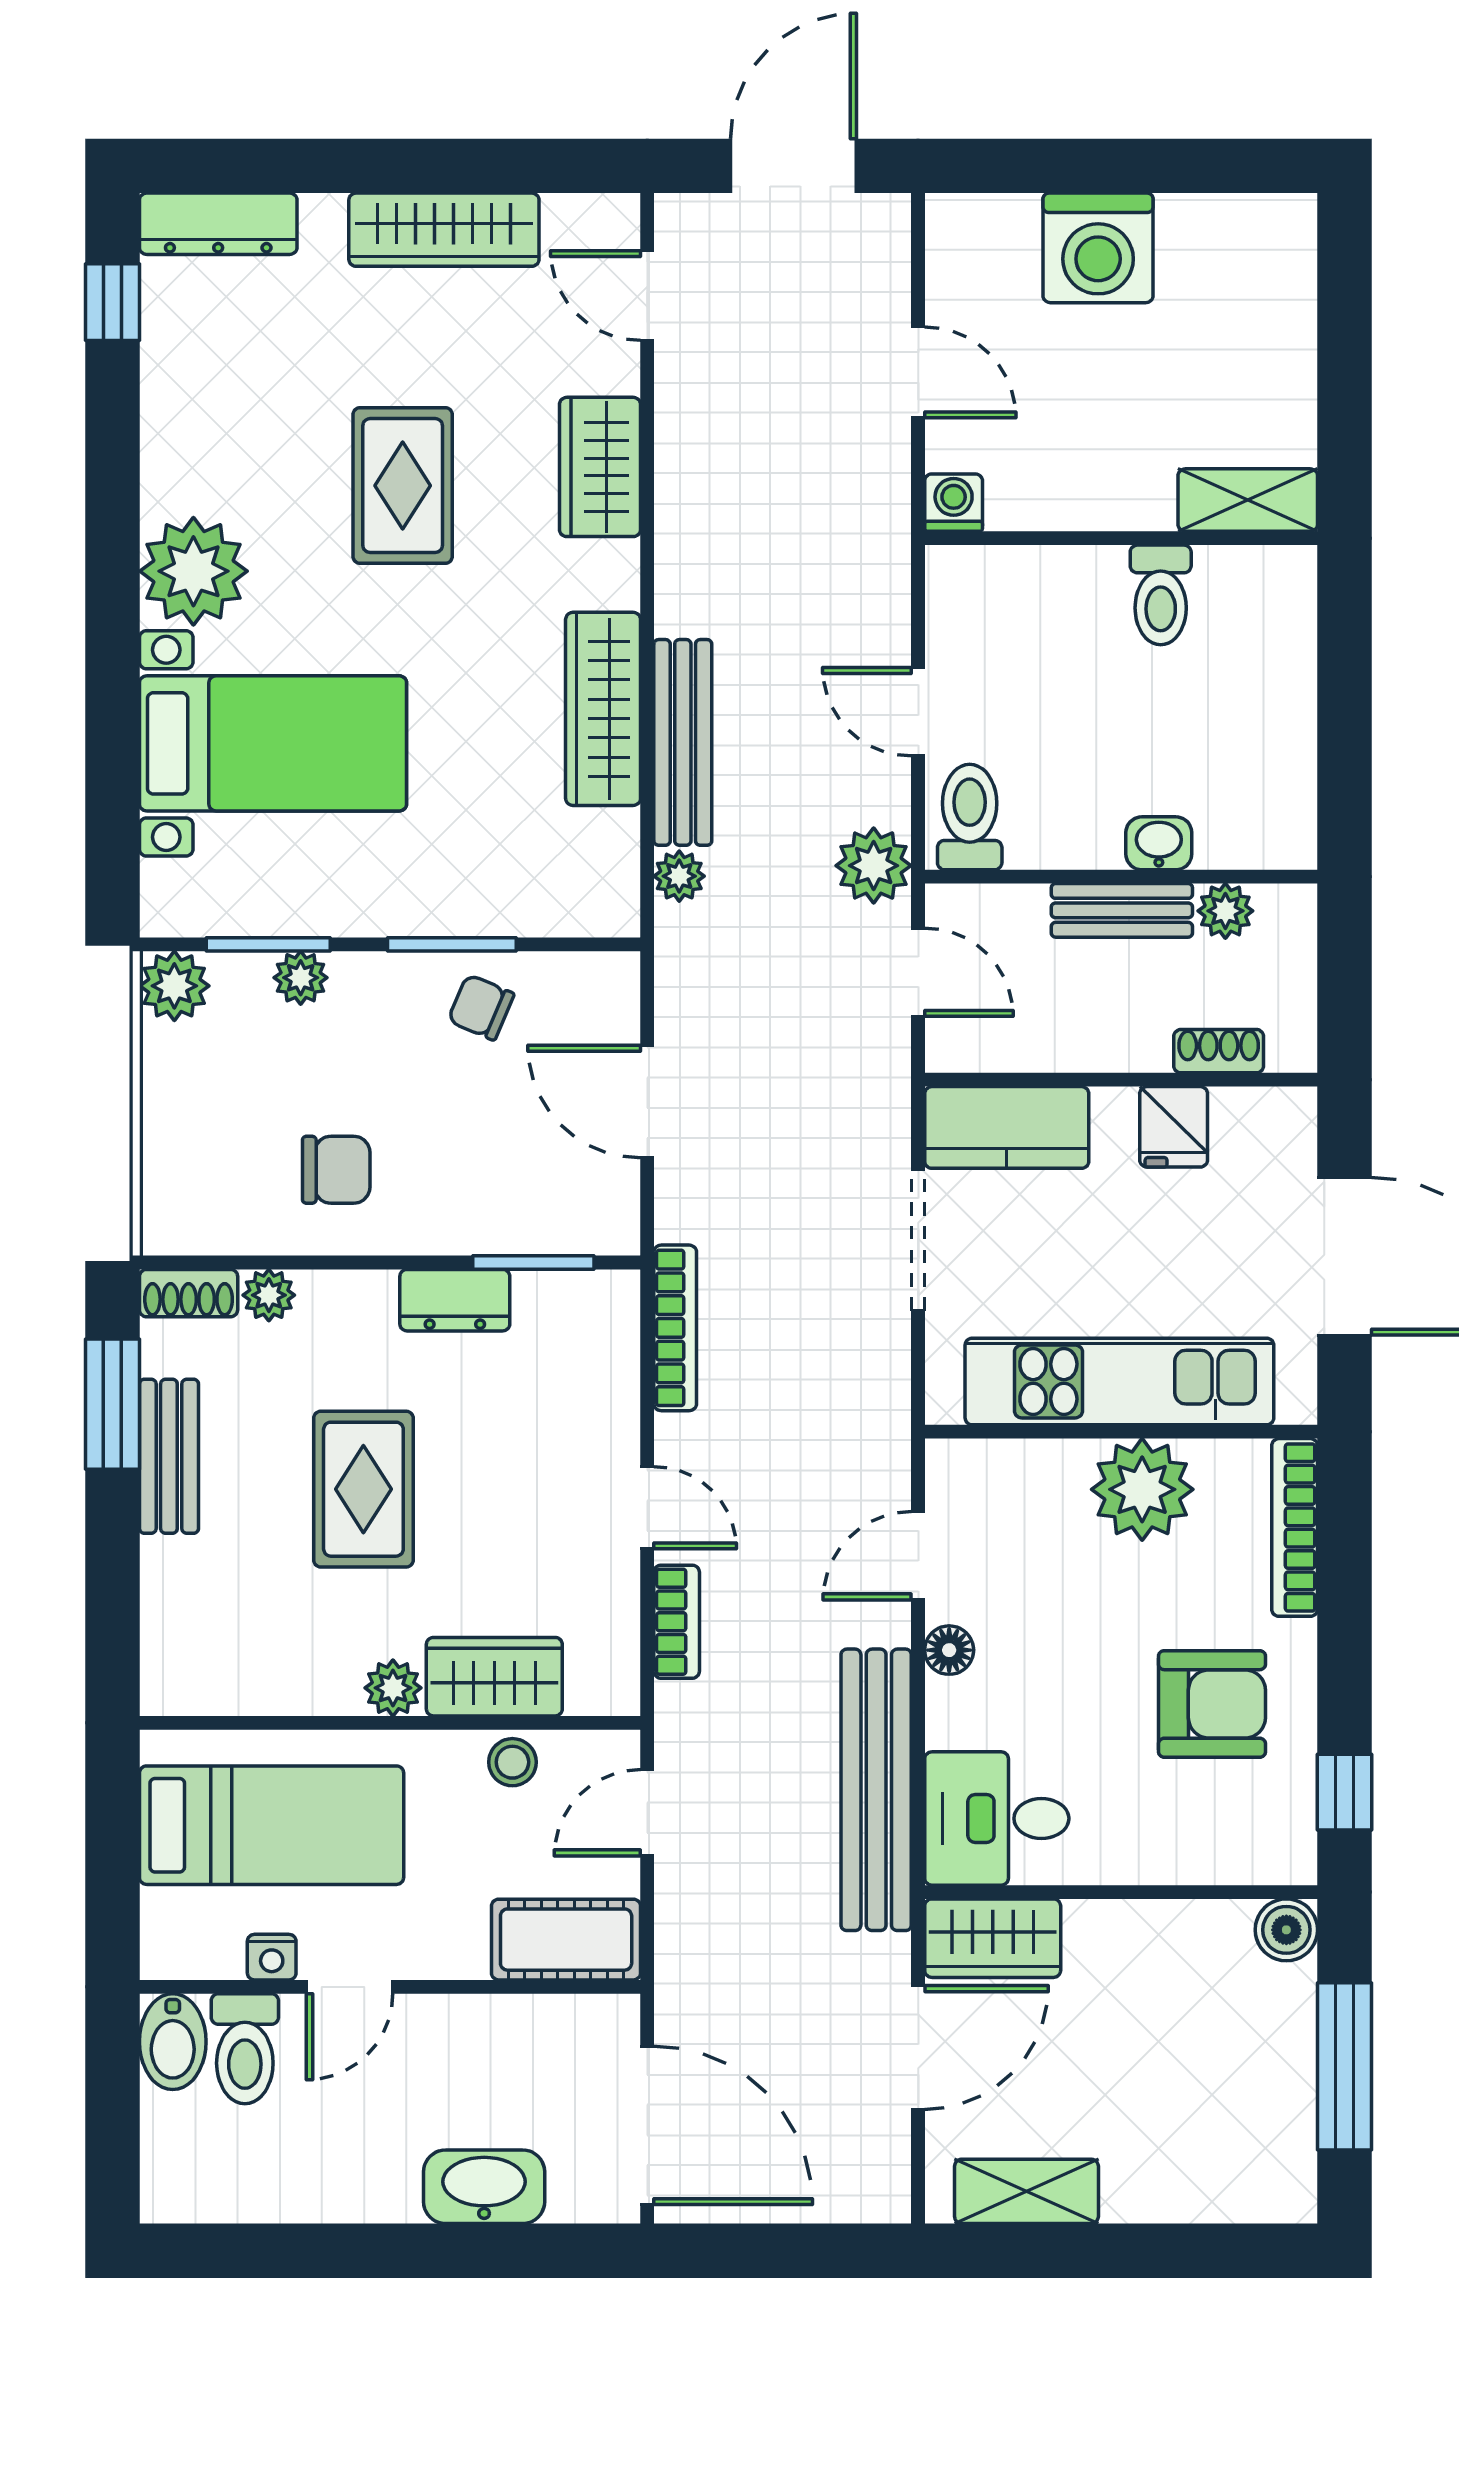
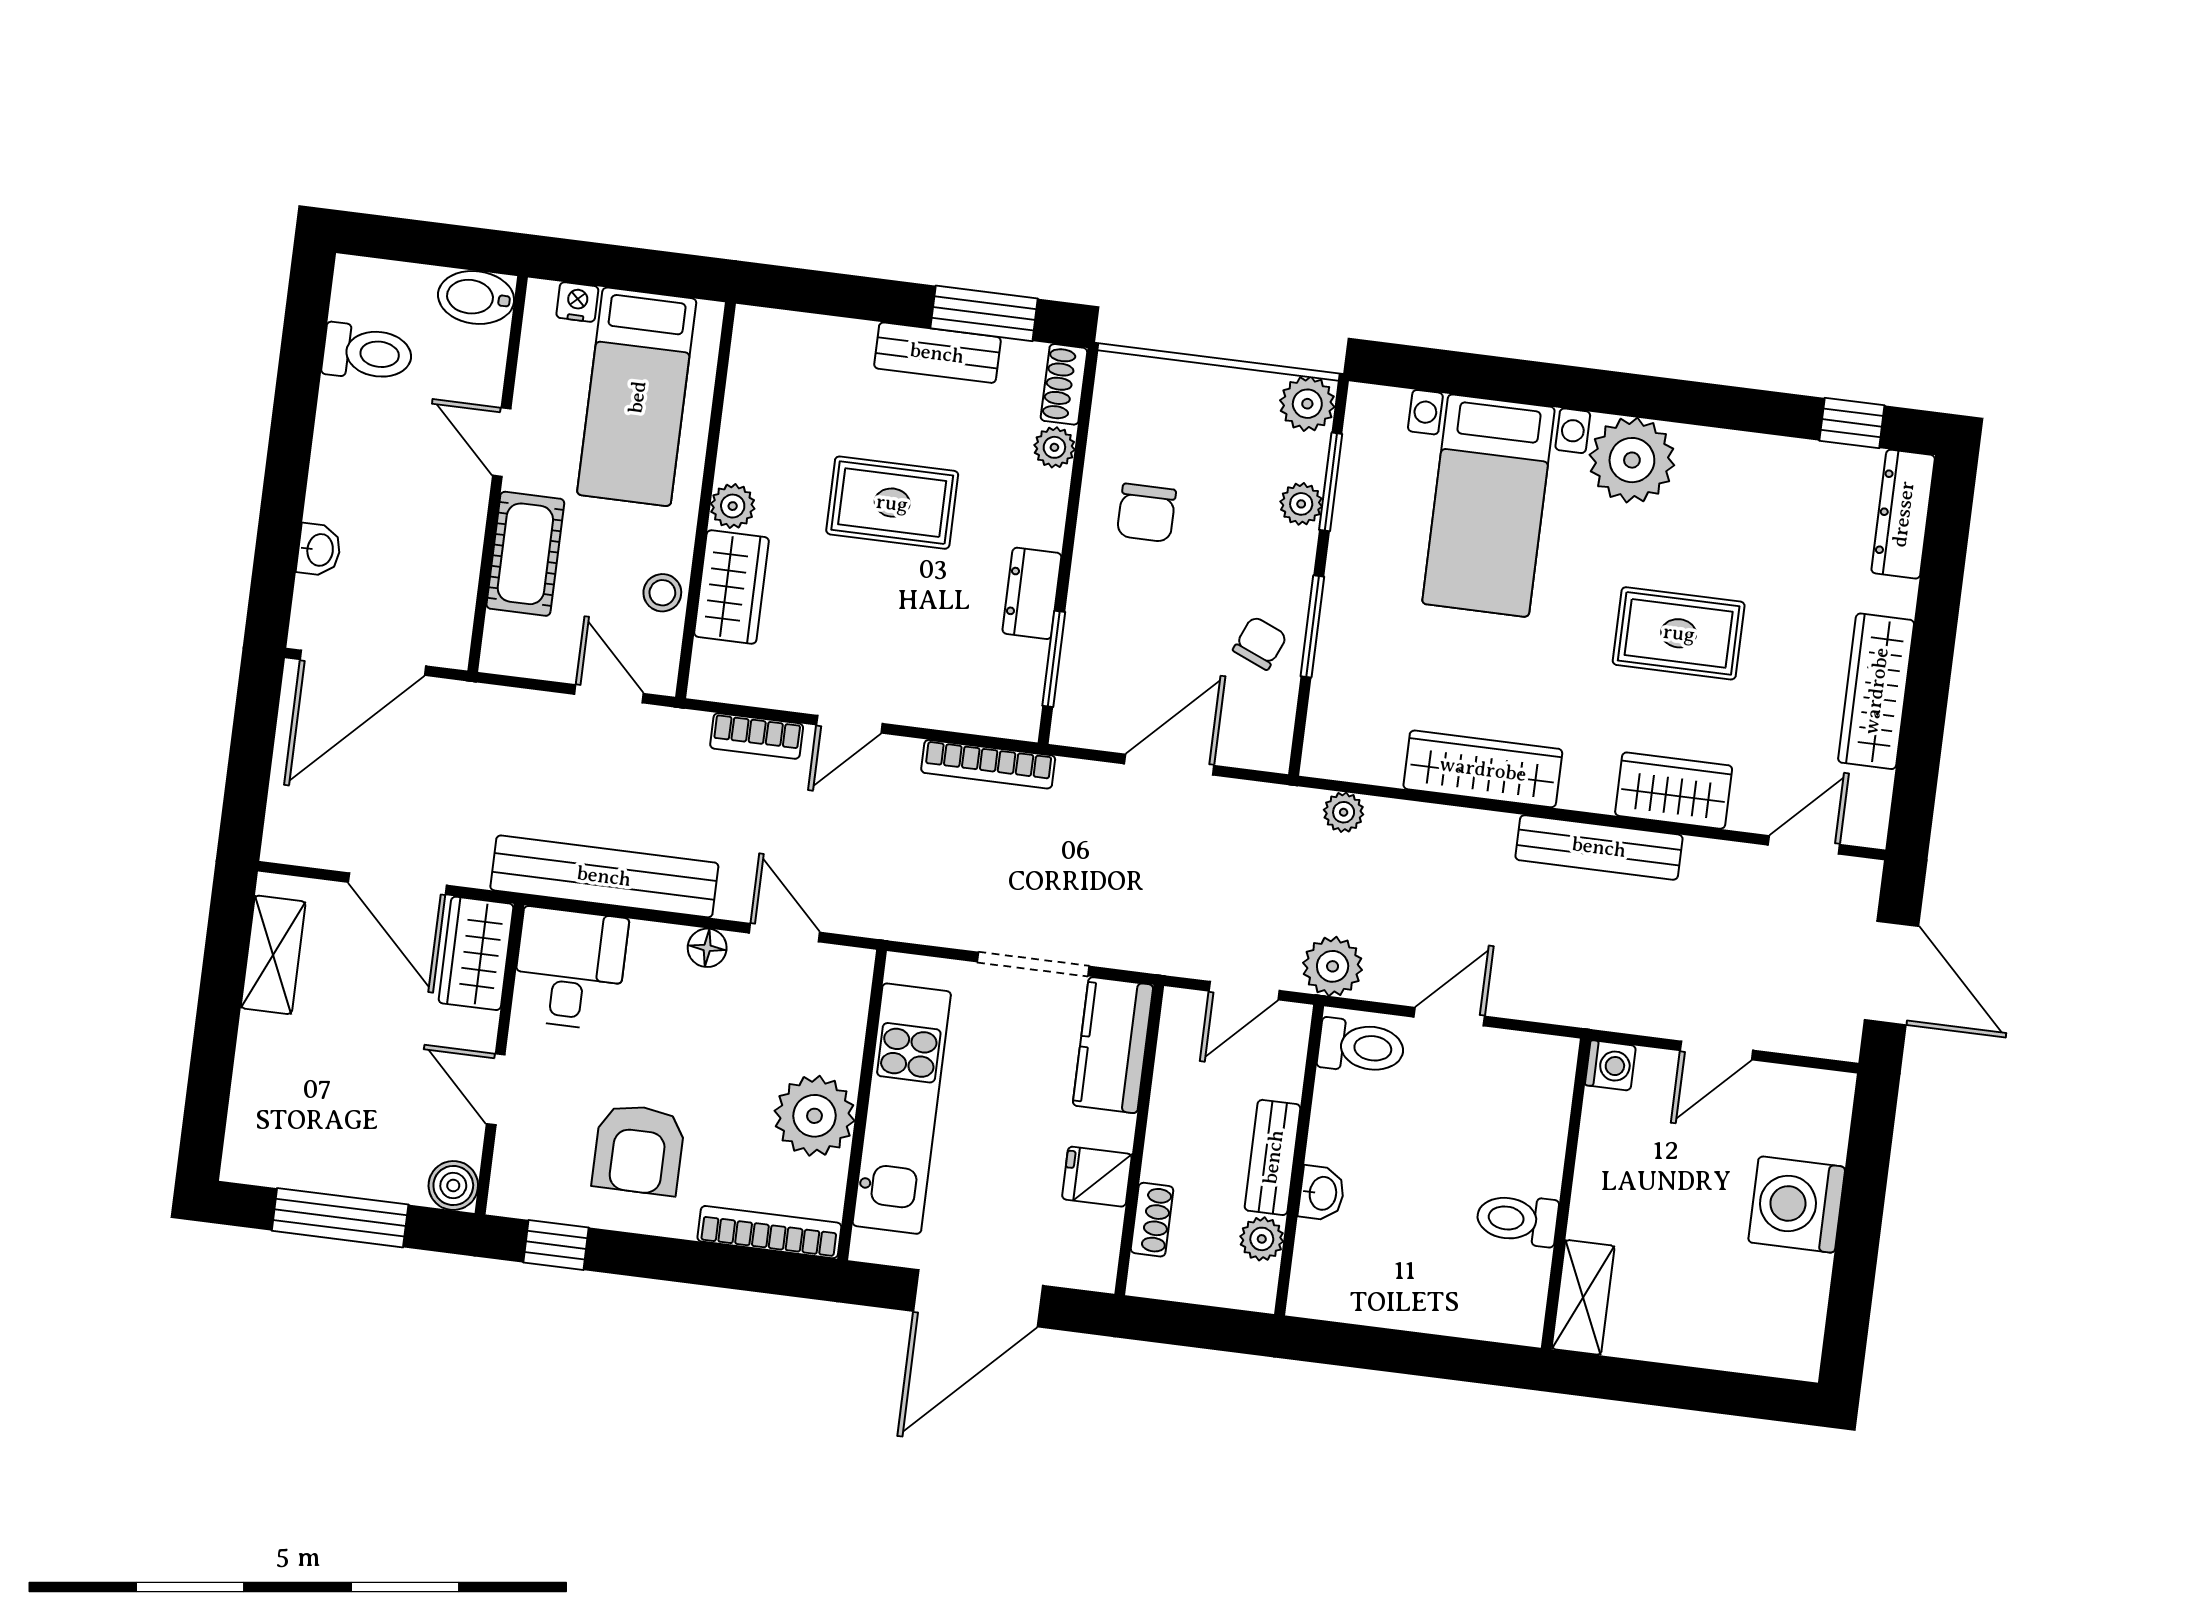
bench: (683, 742) -> (1599, 847), moved
door: (1159, 1892) -> (496, 1089), added
cot: (566, 1940) -> (525, 554), moved
nightstand: (272, 1957) -> (577, 302), moved, turned 90
toilet: (245, 2049) -> (367, 353), moved, turned 180
washbasin: (484, 2187) -> (319, 550), width x0.52, depth x0.69

